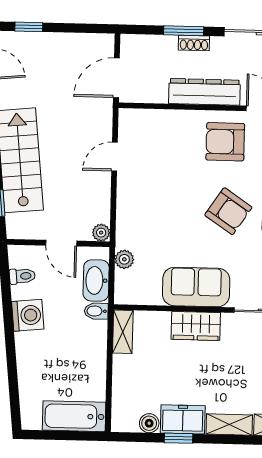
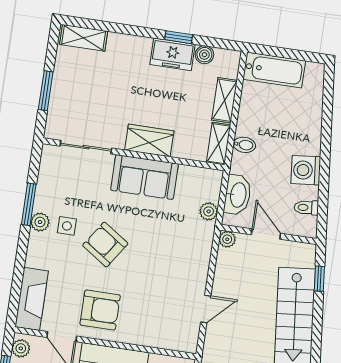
bidet: (96, 311) -> (244, 145), moved
shelving: (229, 425) -> (224, 100), moved, turned 90

